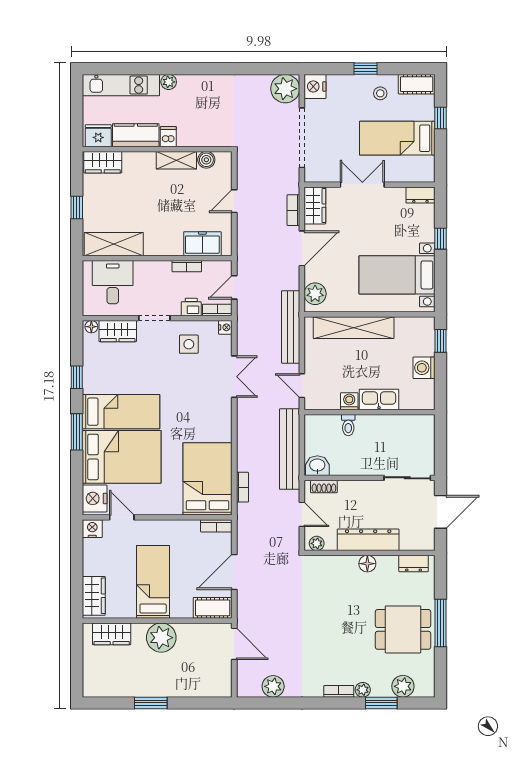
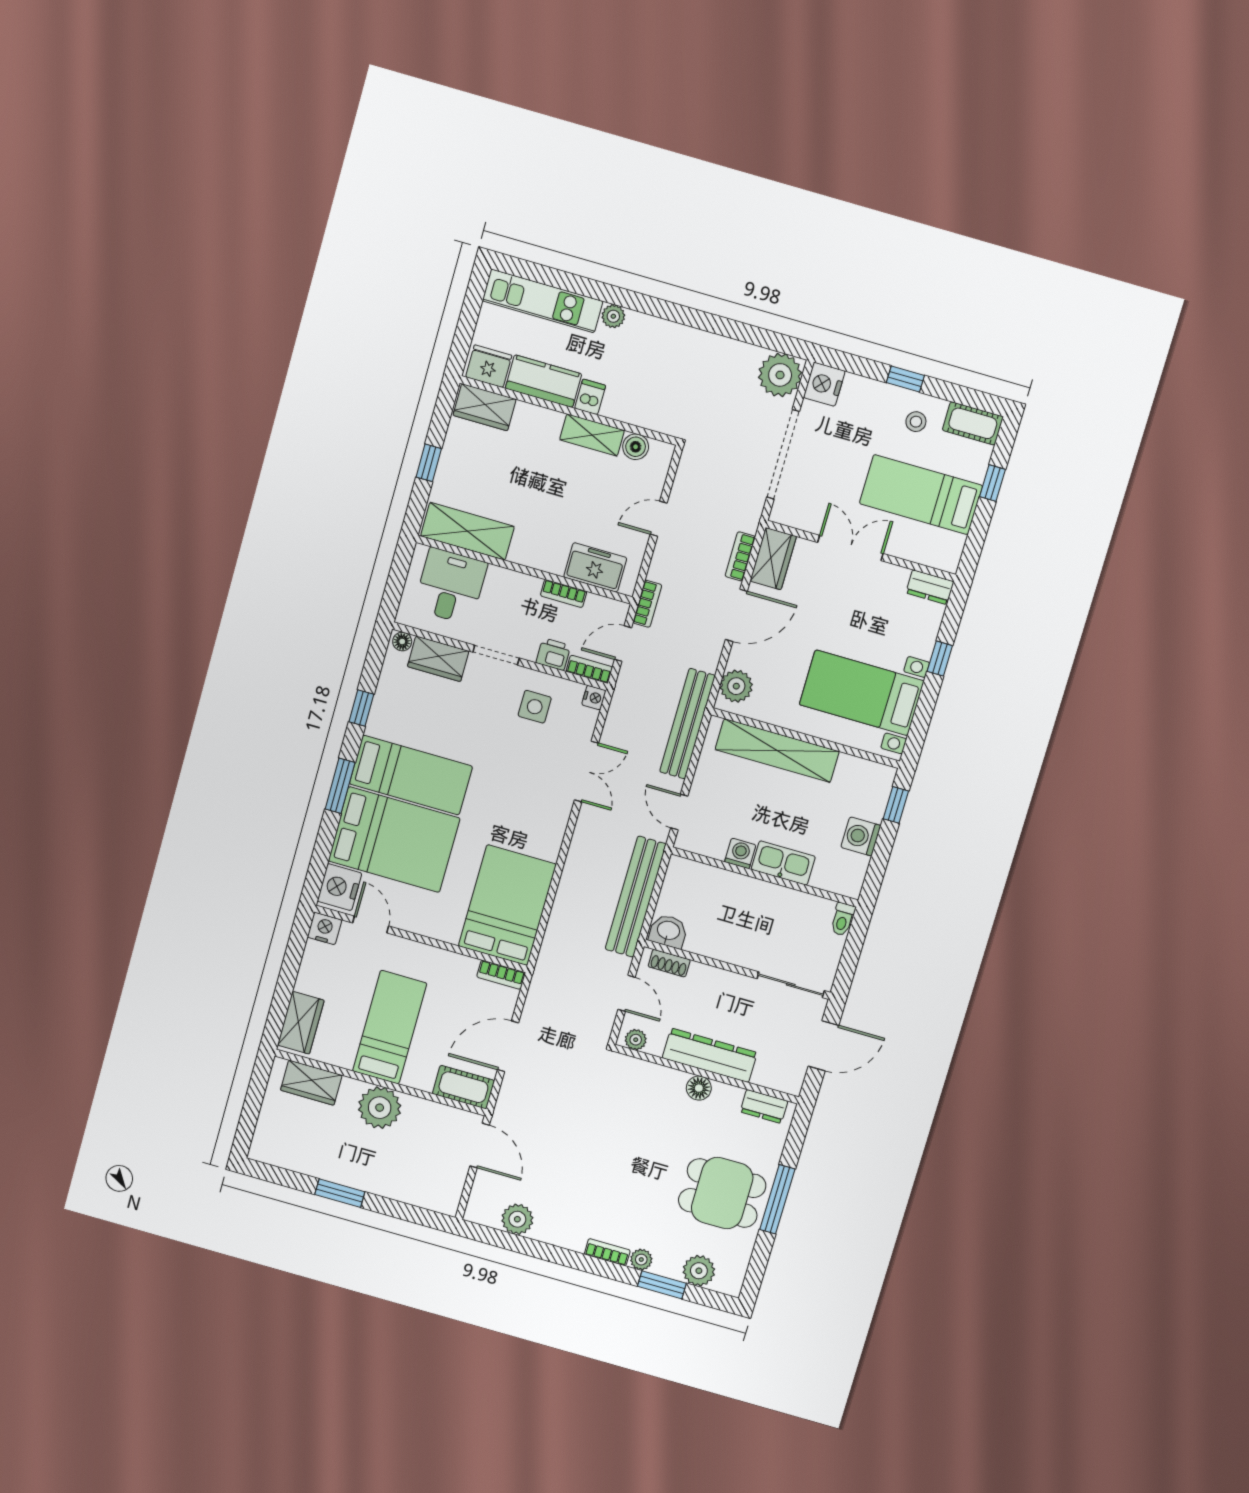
toilet: (348, 425) -> (843, 919), moved
bookcase: (242, 487) -> (647, 604), moved

